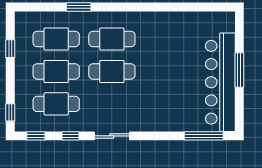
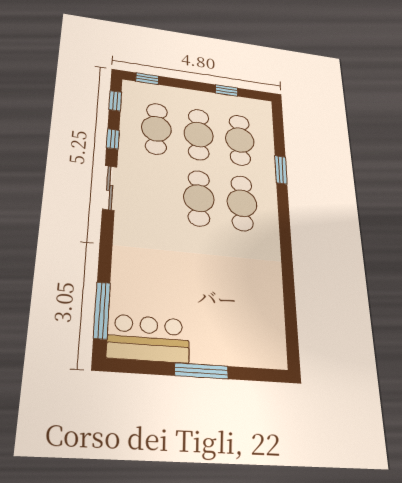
bar counter: (220, 82) -> (148, 339), width x0.54

